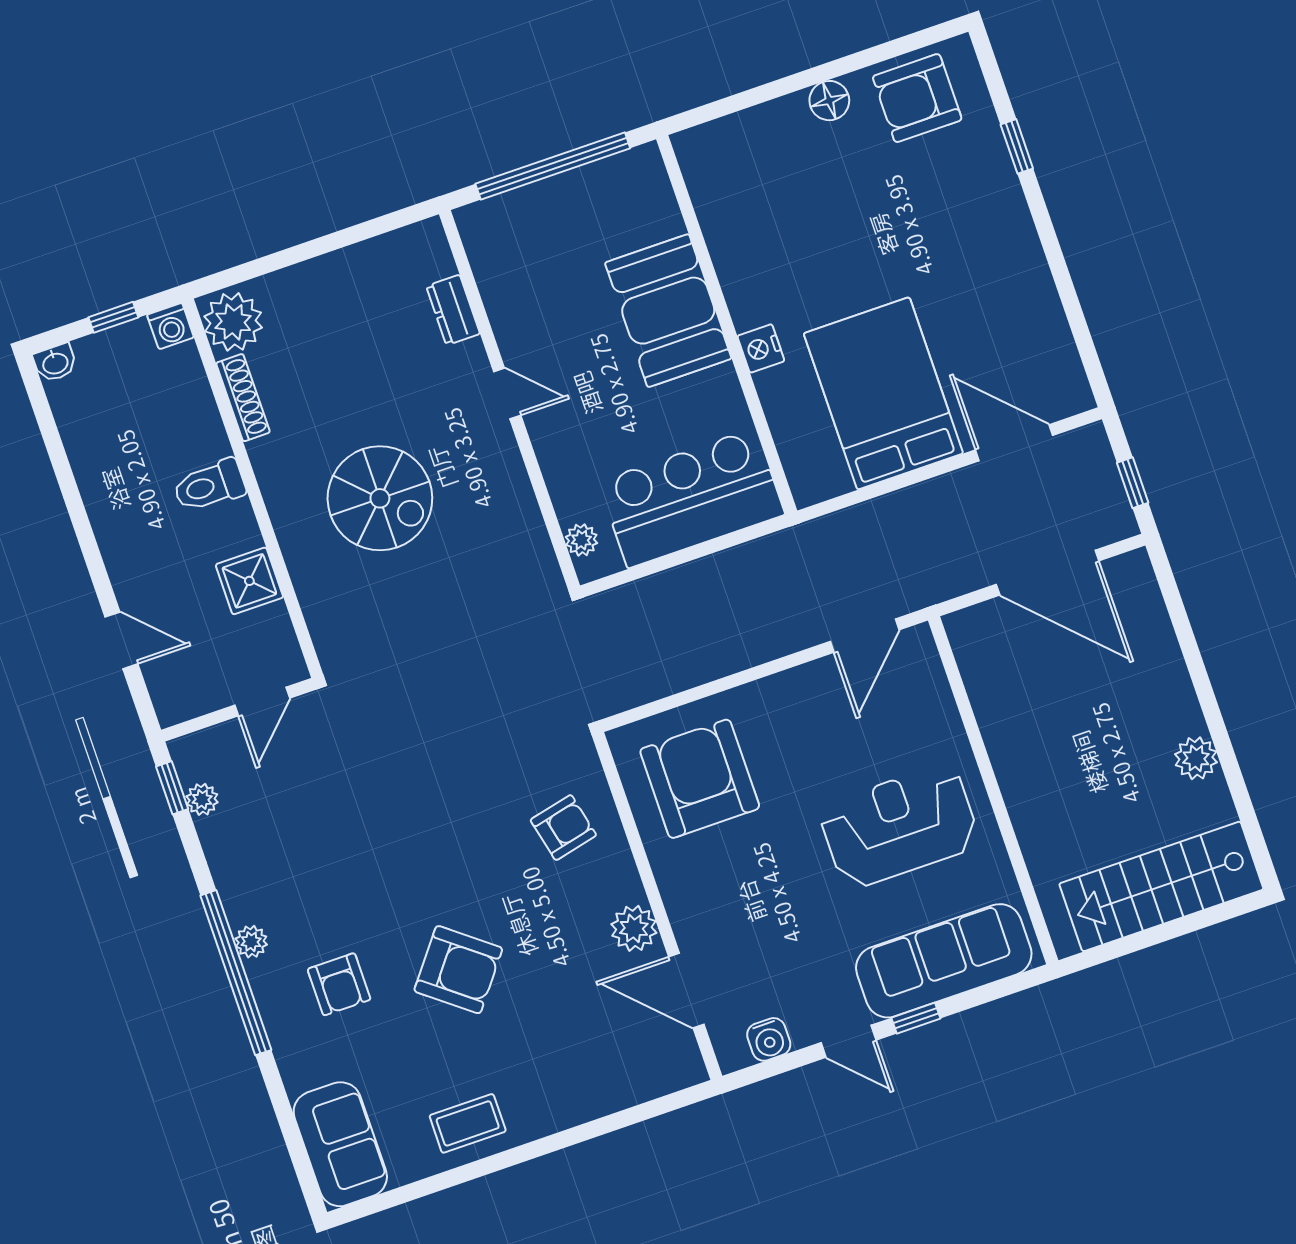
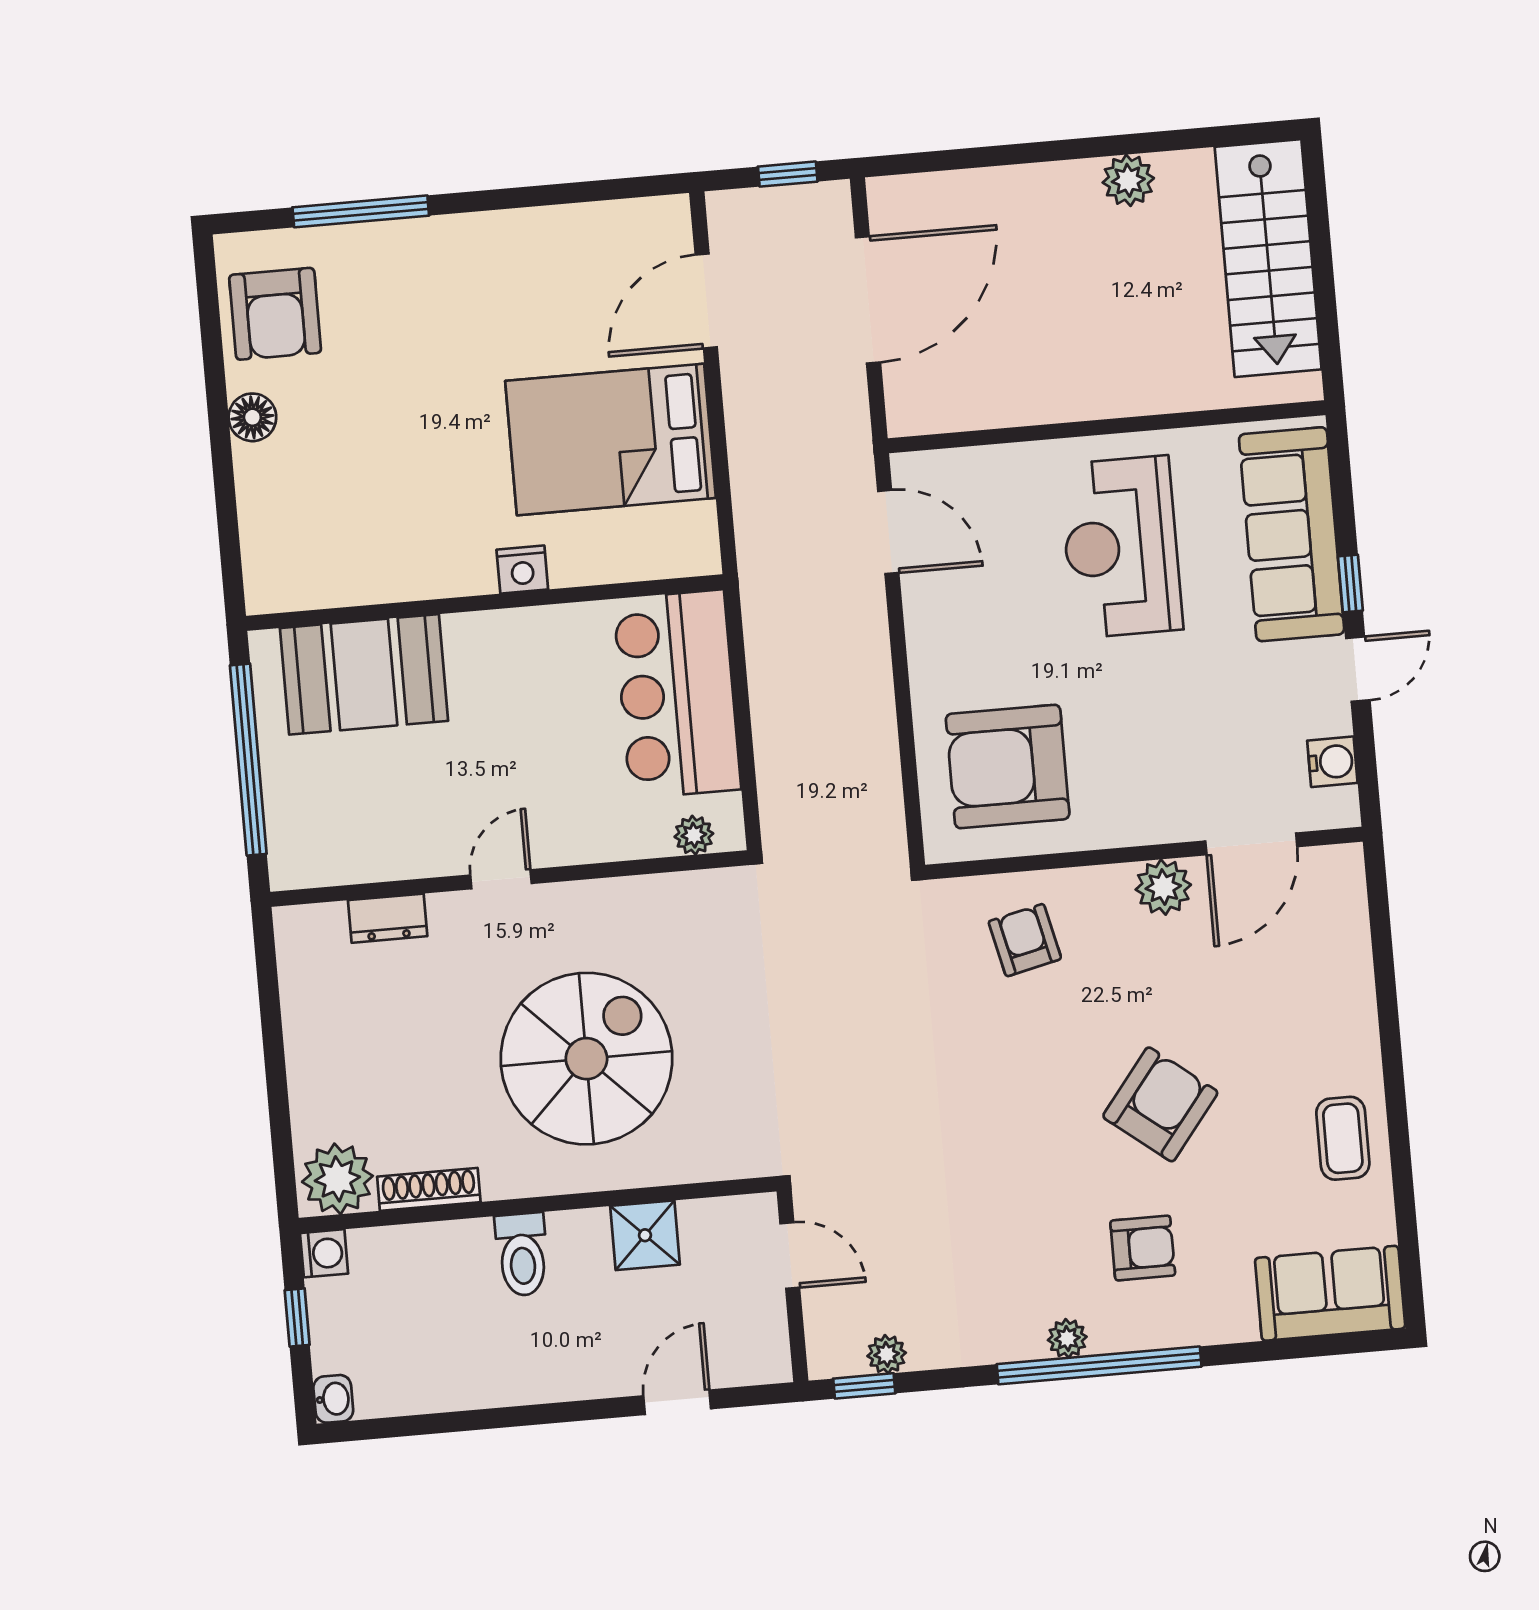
window: (1017, 146) -> (361, 211), width x2.17
booth: (668, 311) -> (364, 674), moved
spiral stairs: (380, 498) -> (586, 1059), width x1.37, depth x1.37

